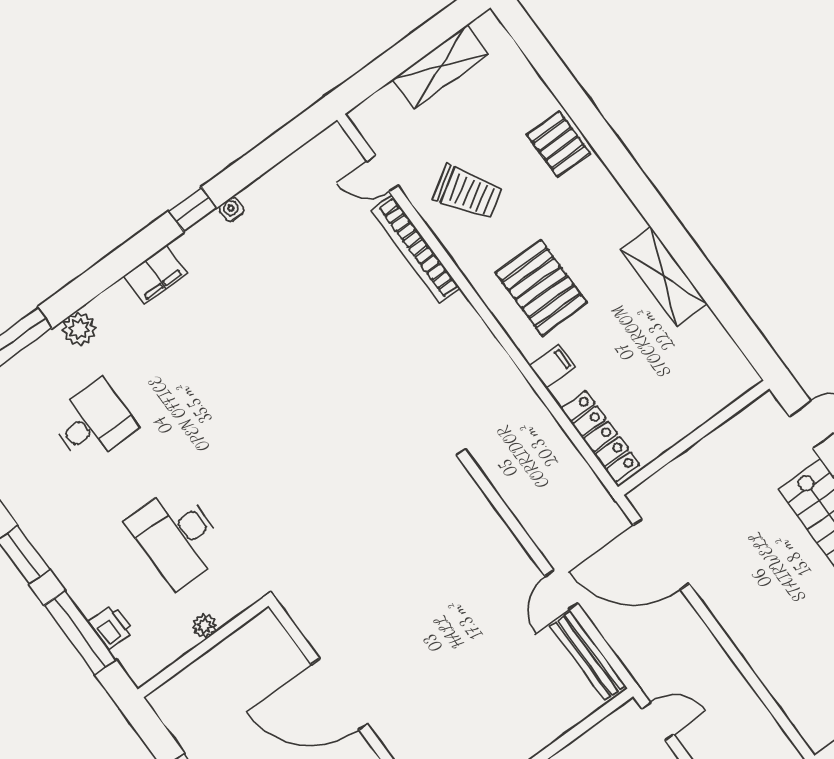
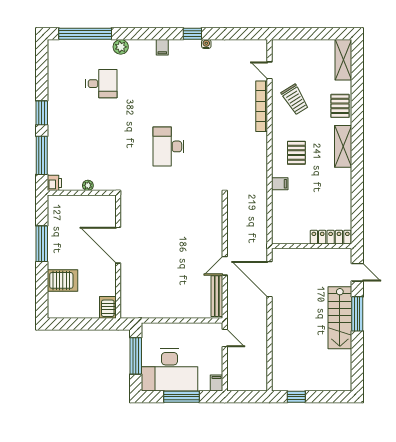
shelving: (440, 67) -> (343, 60), moved, turned 90
filing cabinet: (156, 274) -> (162, 47), width x0.50
shelving: (664, 276) -> (343, 146), moved
pallet: (541, 288) -> (296, 153), width x0.67, depth x0.71
locker: (600, 437) -> (331, 237), moved, turned -90
desk: (177, 537) -> (169, 146), moved
printer: (111, 627) -> (54, 183), moved

